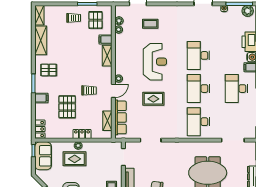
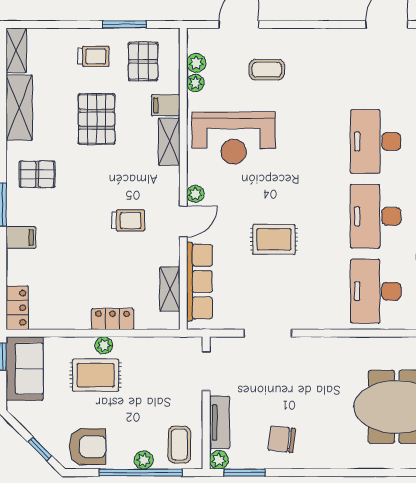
reception desk: (155, 62) -> (234, 138), moved, turned 90
pallet: (67, 107) -> (96, 119), moved

